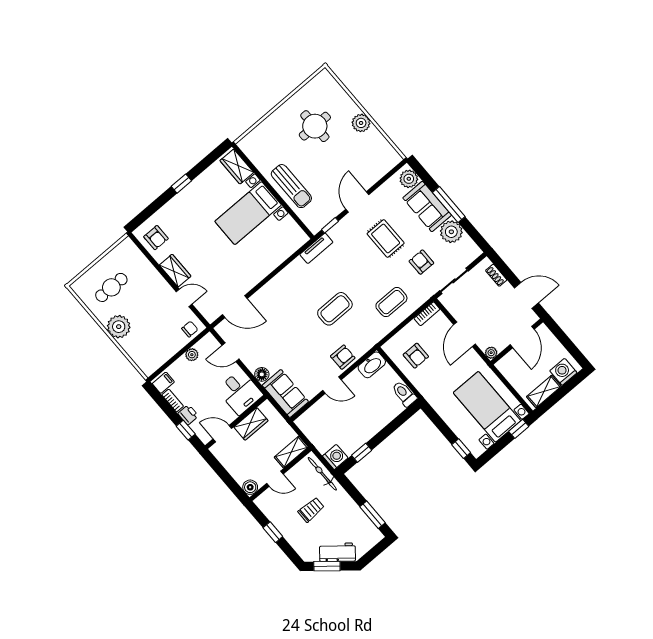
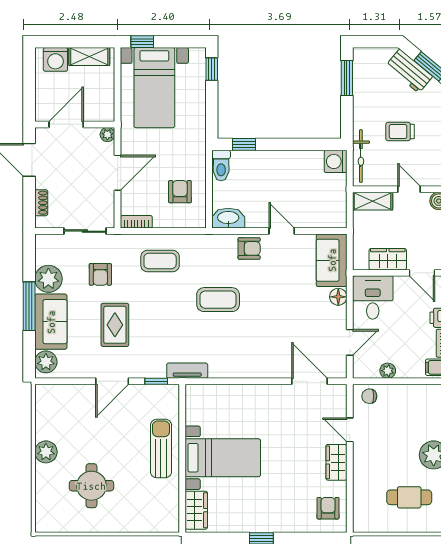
door: (231, 352) -> (350, 342), hinge flipped
armchair: (343, 357) -> (249, 248), turned 180
window: (362, 453) -> (244, 144), moved

